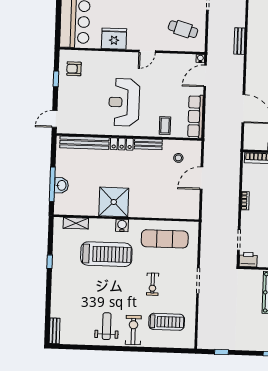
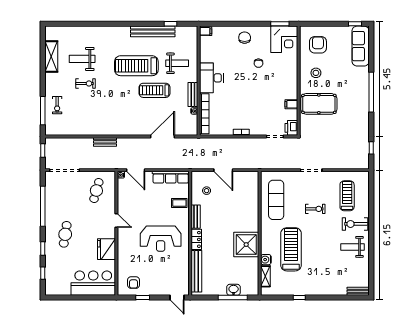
water cooler: (122, 225) -> (266, 260), moved

